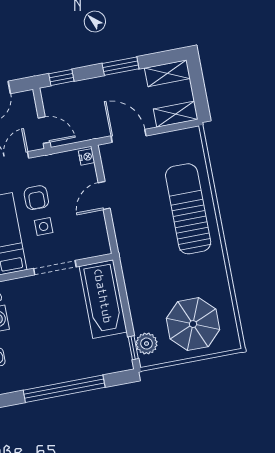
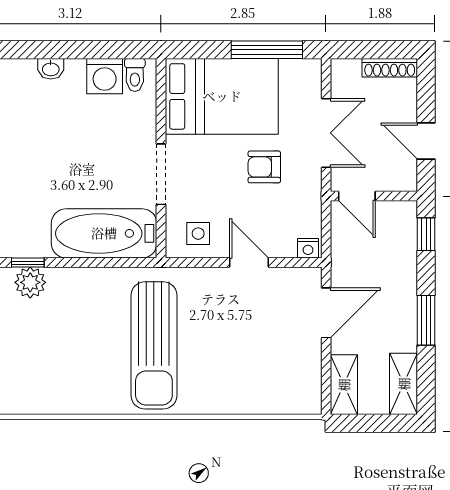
door: (44, 130) -> (357, 196), hinge flipped
sun lounger: (188, 209) -> (154, 345), moved, turned 90
side table: (44, 226) -> (198, 234), moved
parasol: (193, 324) -> (45, 353), removed

